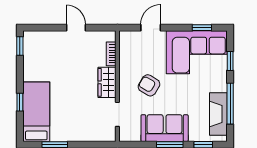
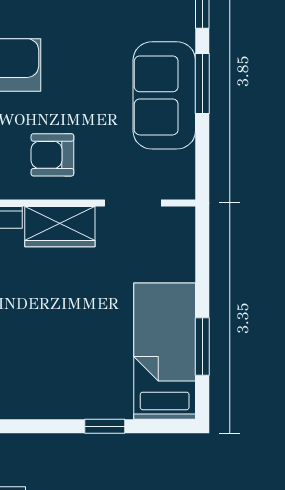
armchair: (149, 85) -> (52, 155), moved, turned 59
bed: (36, 112) -> (165, 351), moved, turned 90

